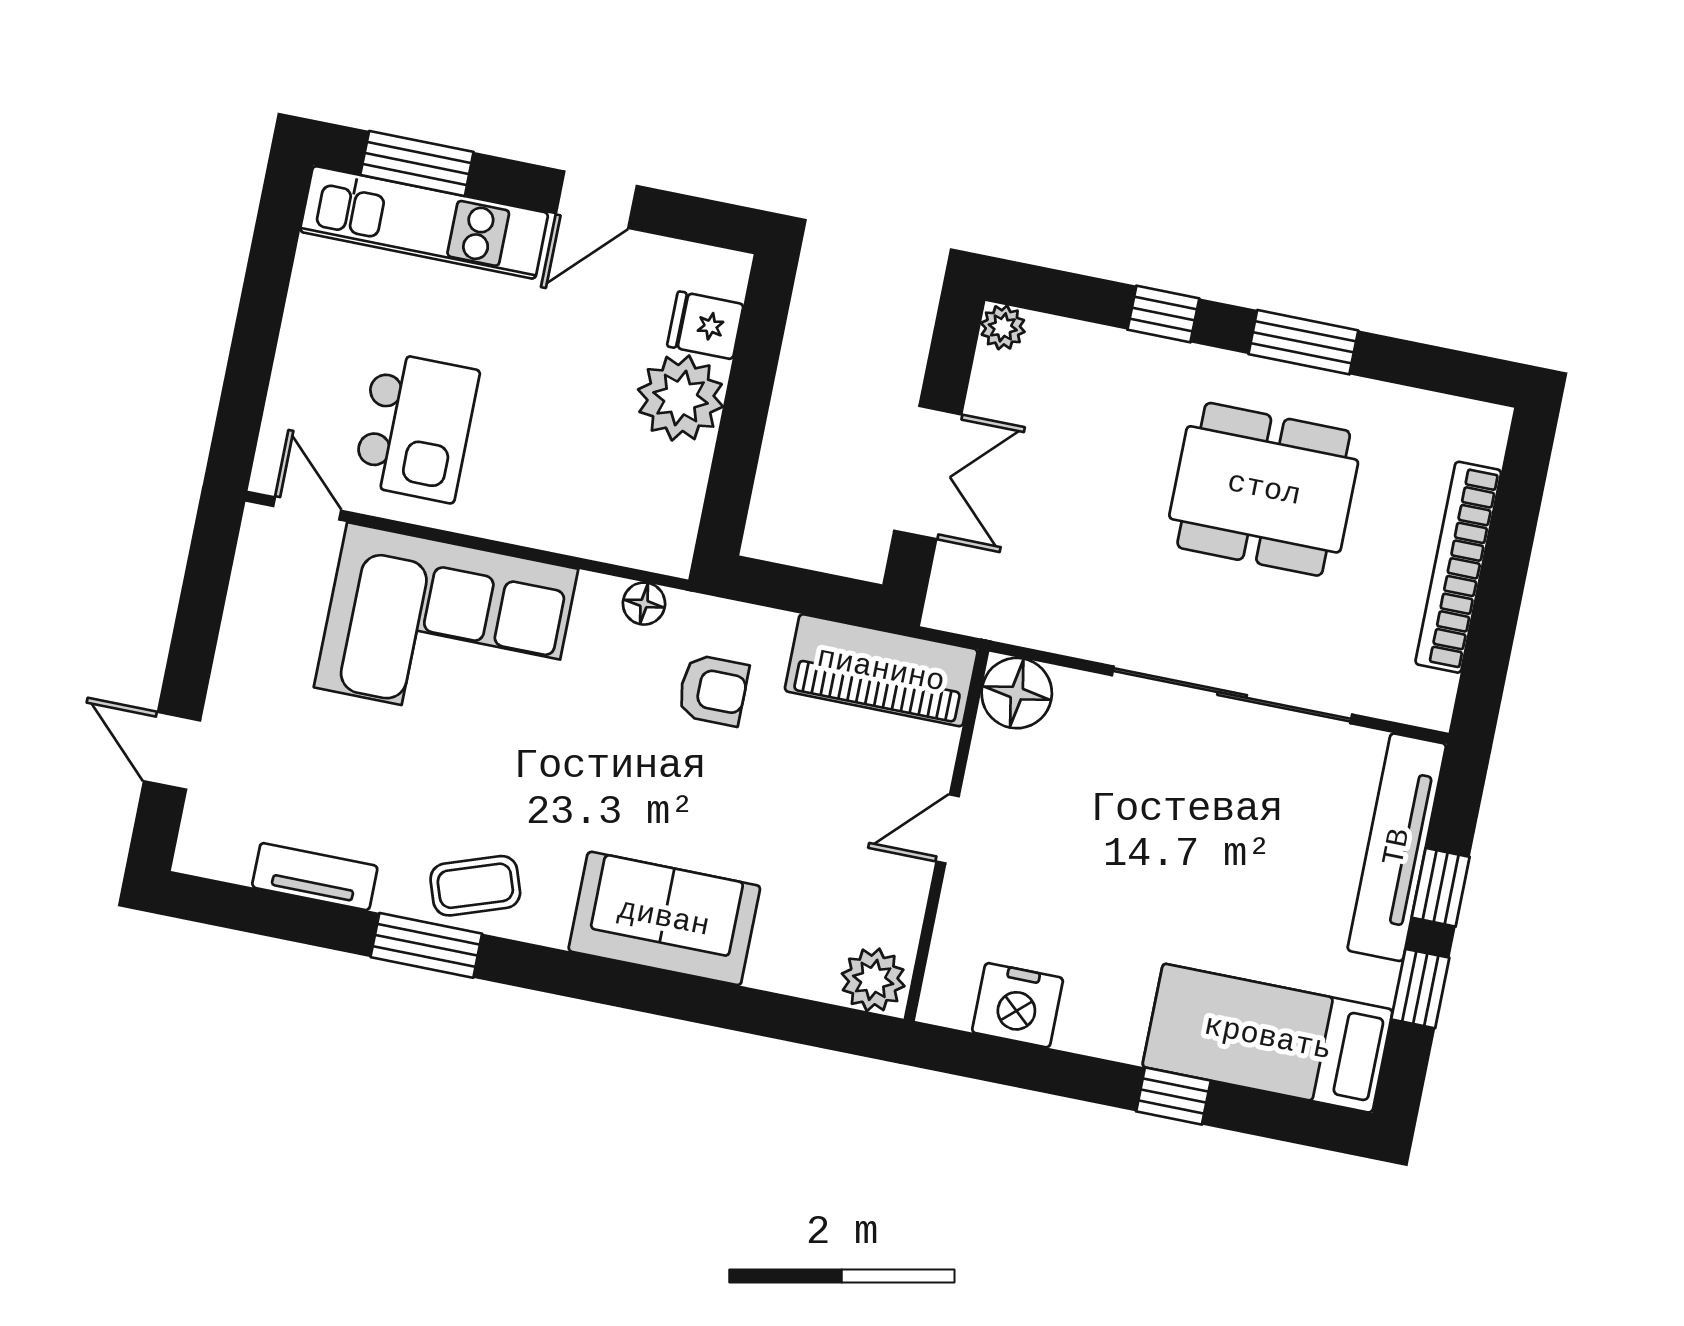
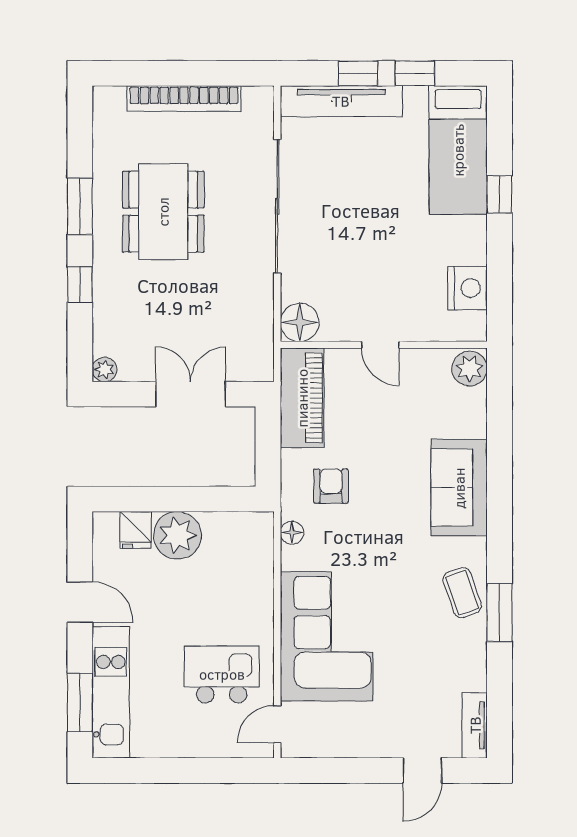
tv unit: (315, 877) -> (475, 725), moved

